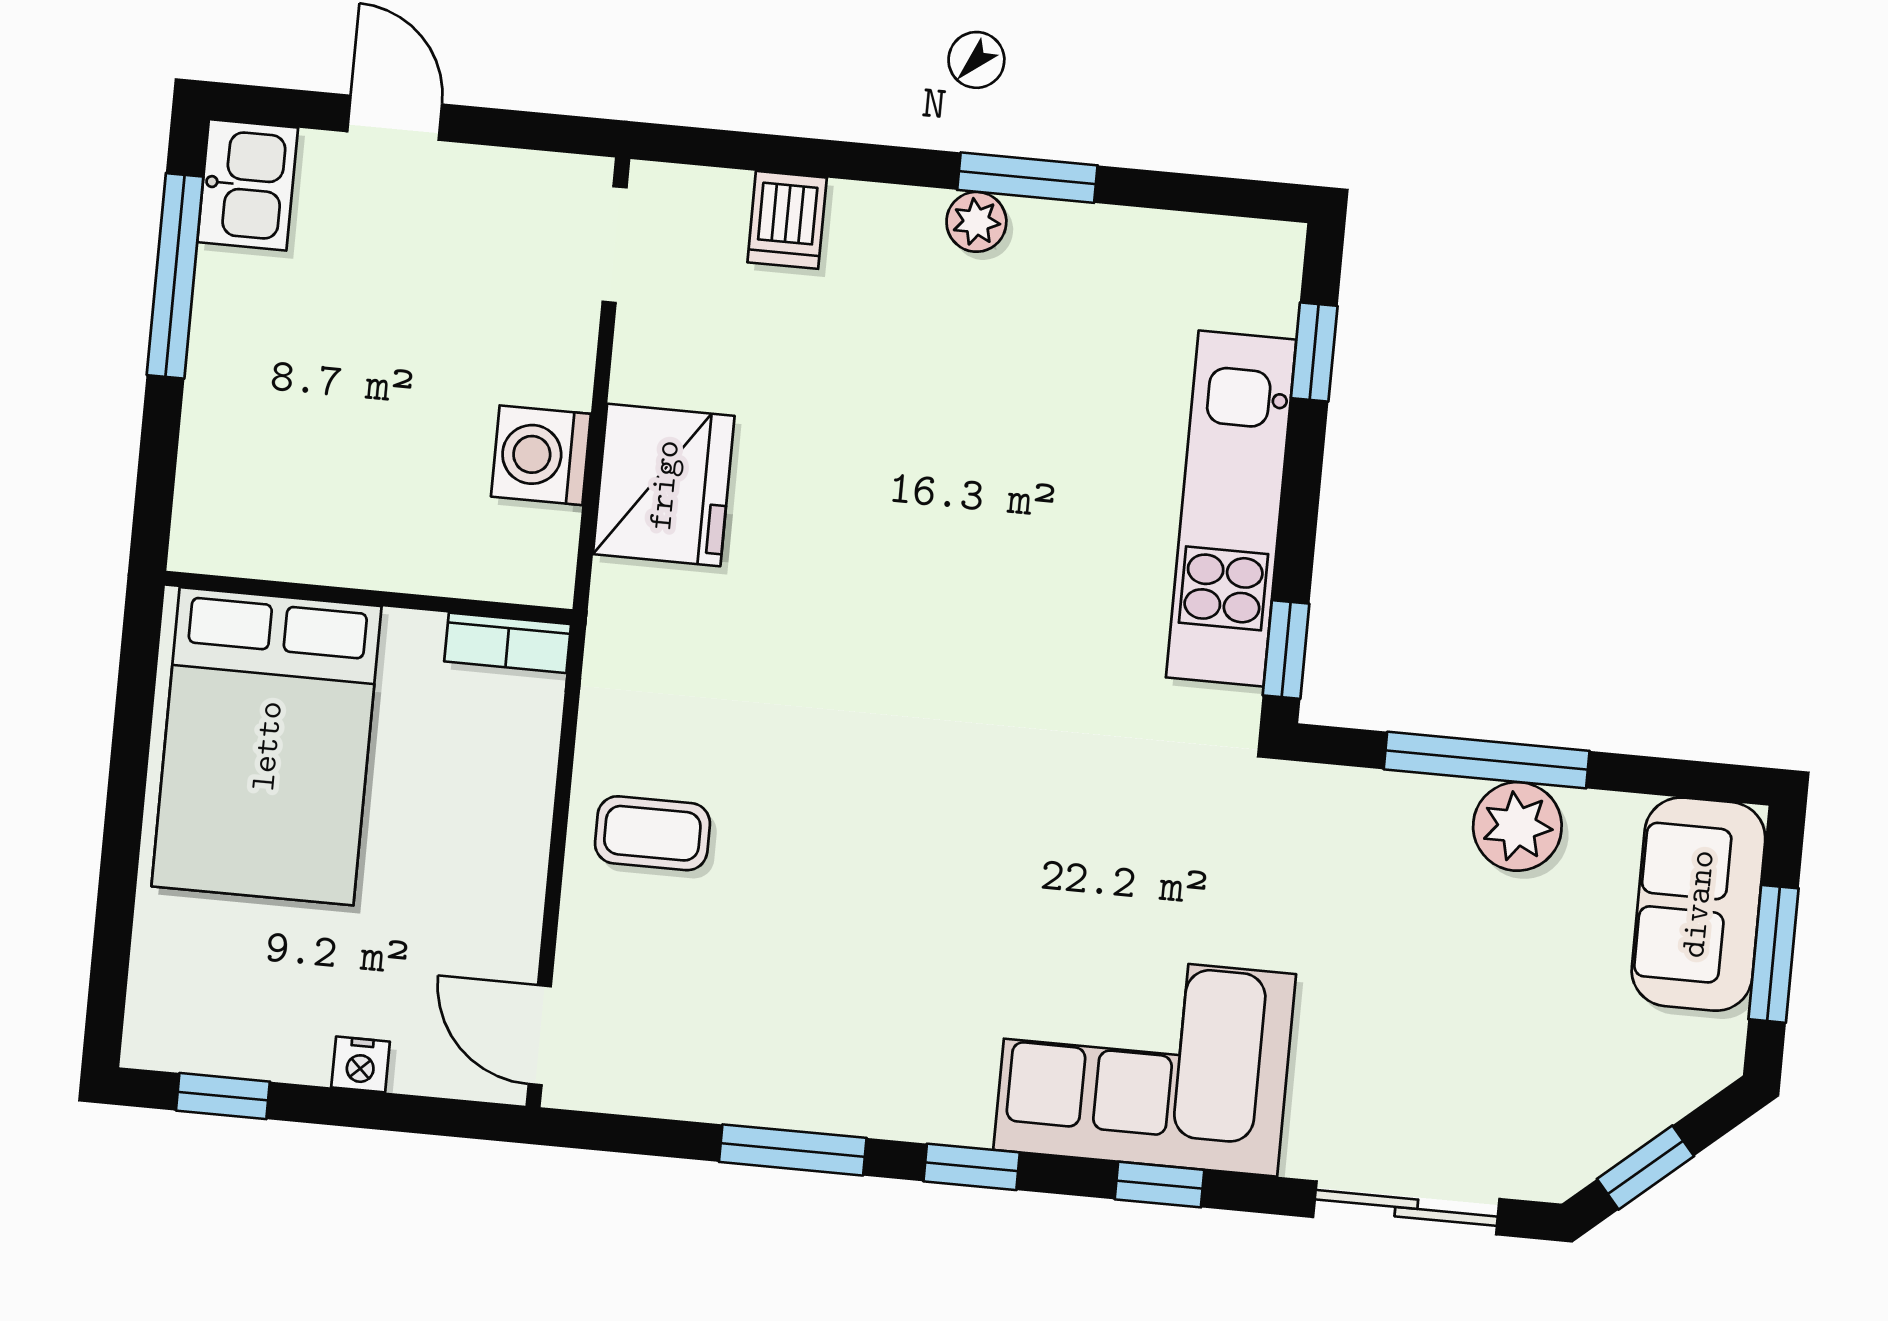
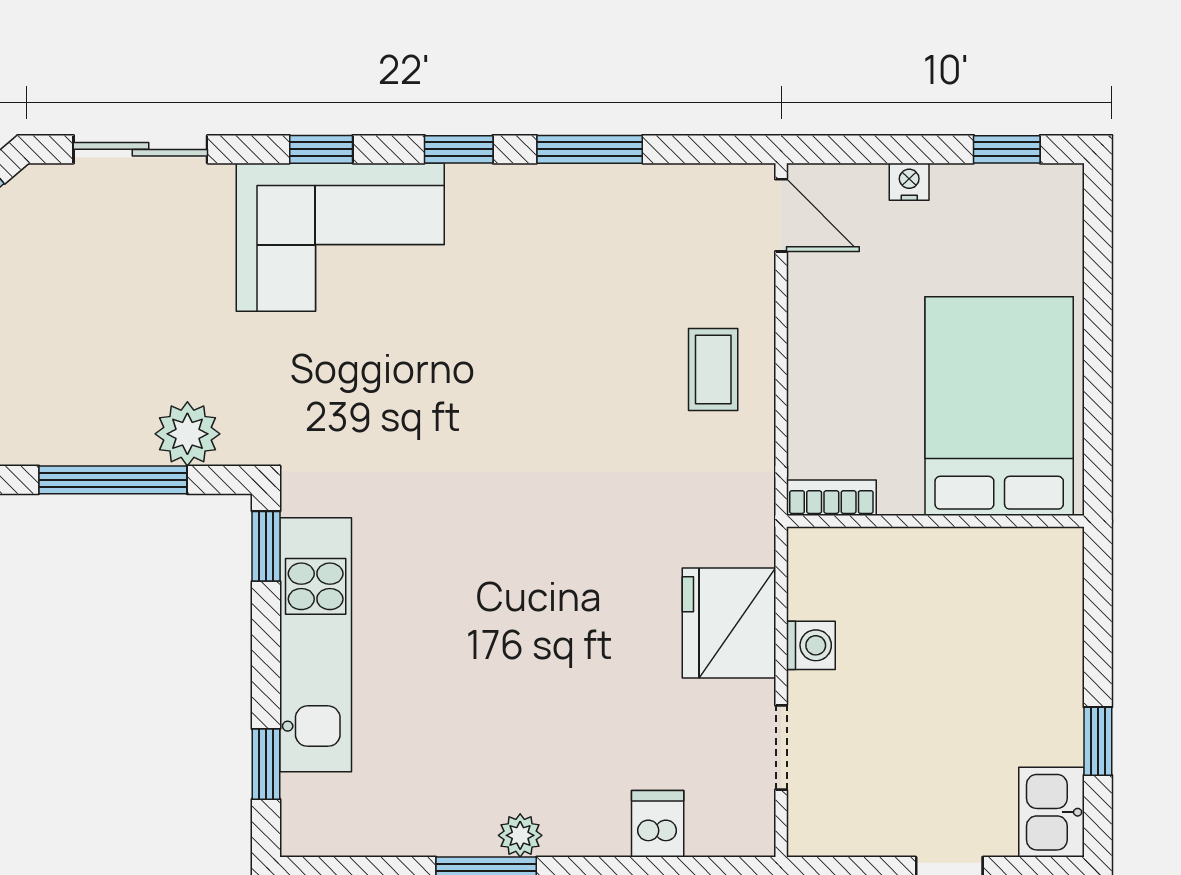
doorway: (615, 245) -> (781, 748), moved
window: (175, 276) -> (1098, 741), width x0.46
washing machine: (541, 455) -> (811, 645), width x0.73, depth x0.73
plant: (1517, 826) -> (187, 434), moved
coffee table: (652, 833) -> (713, 370), turned 90

